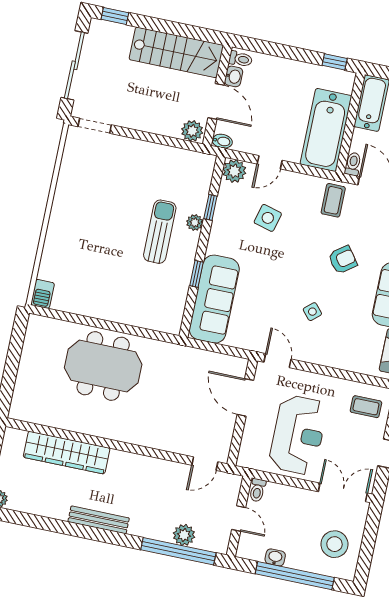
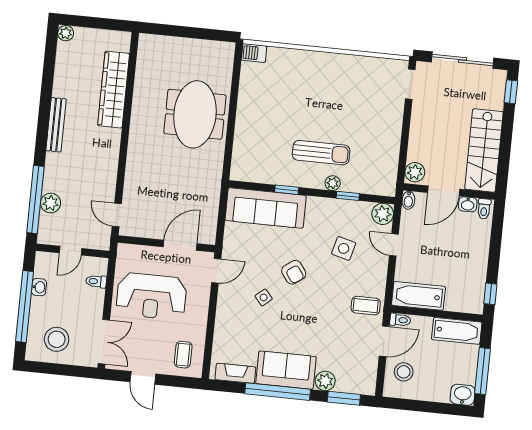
bathtub: (326, 130) -> (418, 296), width x0.73, depth x0.73
armchair: (343, 260) -> (294, 272), moved
toilet: (257, 490) -> (96, 281), moved

